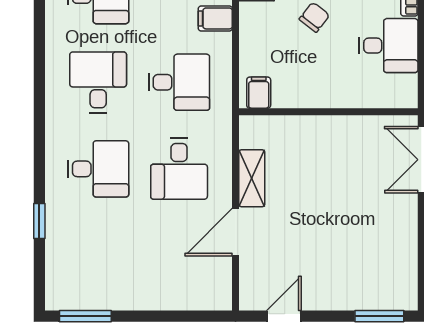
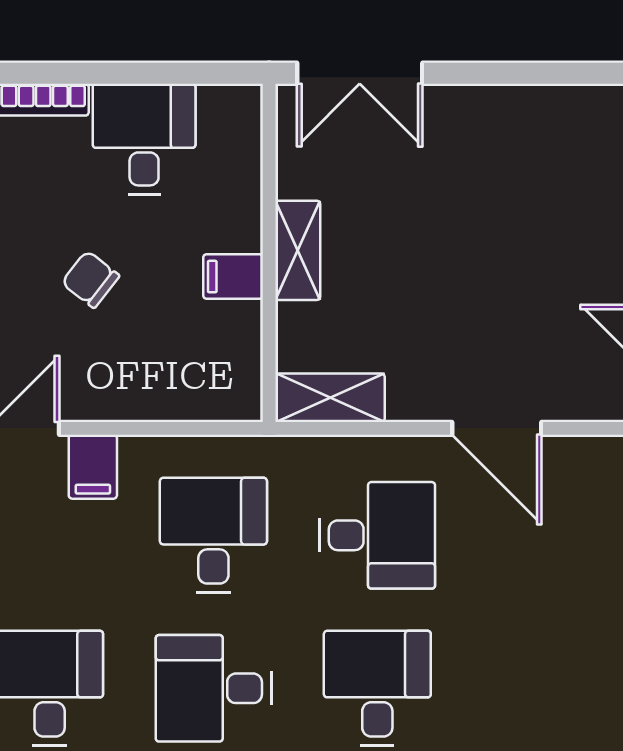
filing cabinet: (259, 93) -> (233, 277), moved
shelving: (330, 127) -> (298, 250), added
shelving: (252, 178) -> (330, 398), moved

